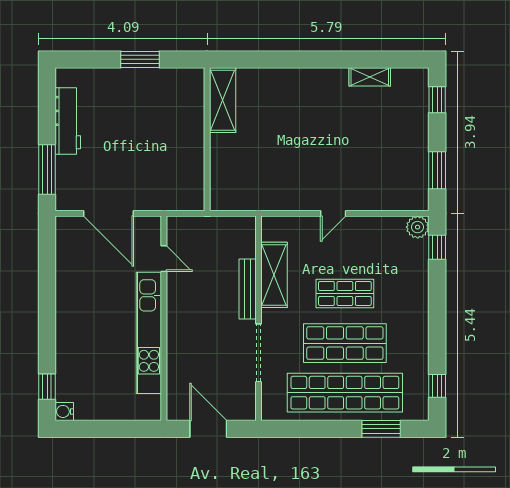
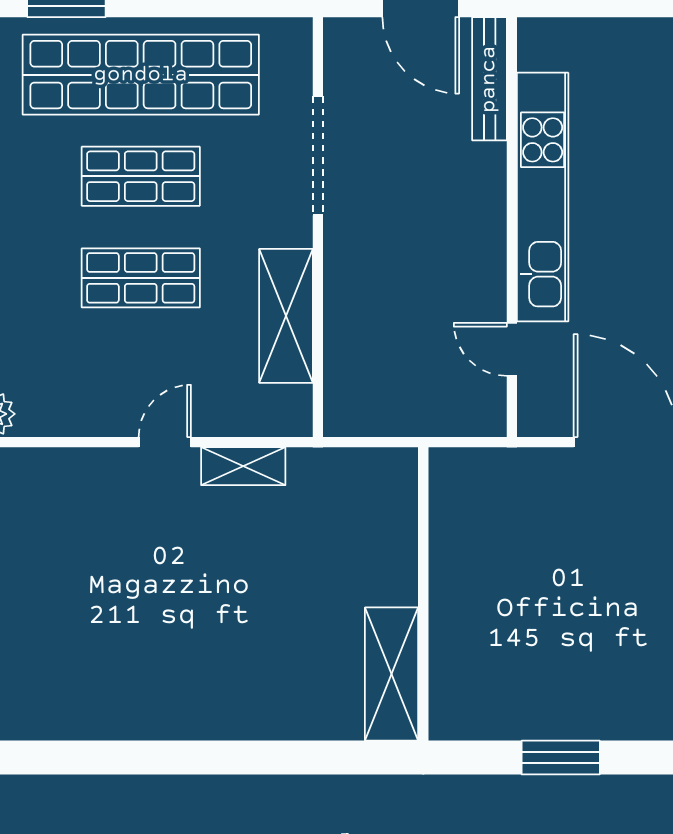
shelving: (370, 77) -> (243, 466), moved
bench: (248, 289) -> (489, 79), moved
shop shelf: (345, 343) -> (141, 176), width x0.70, depth x0.74

